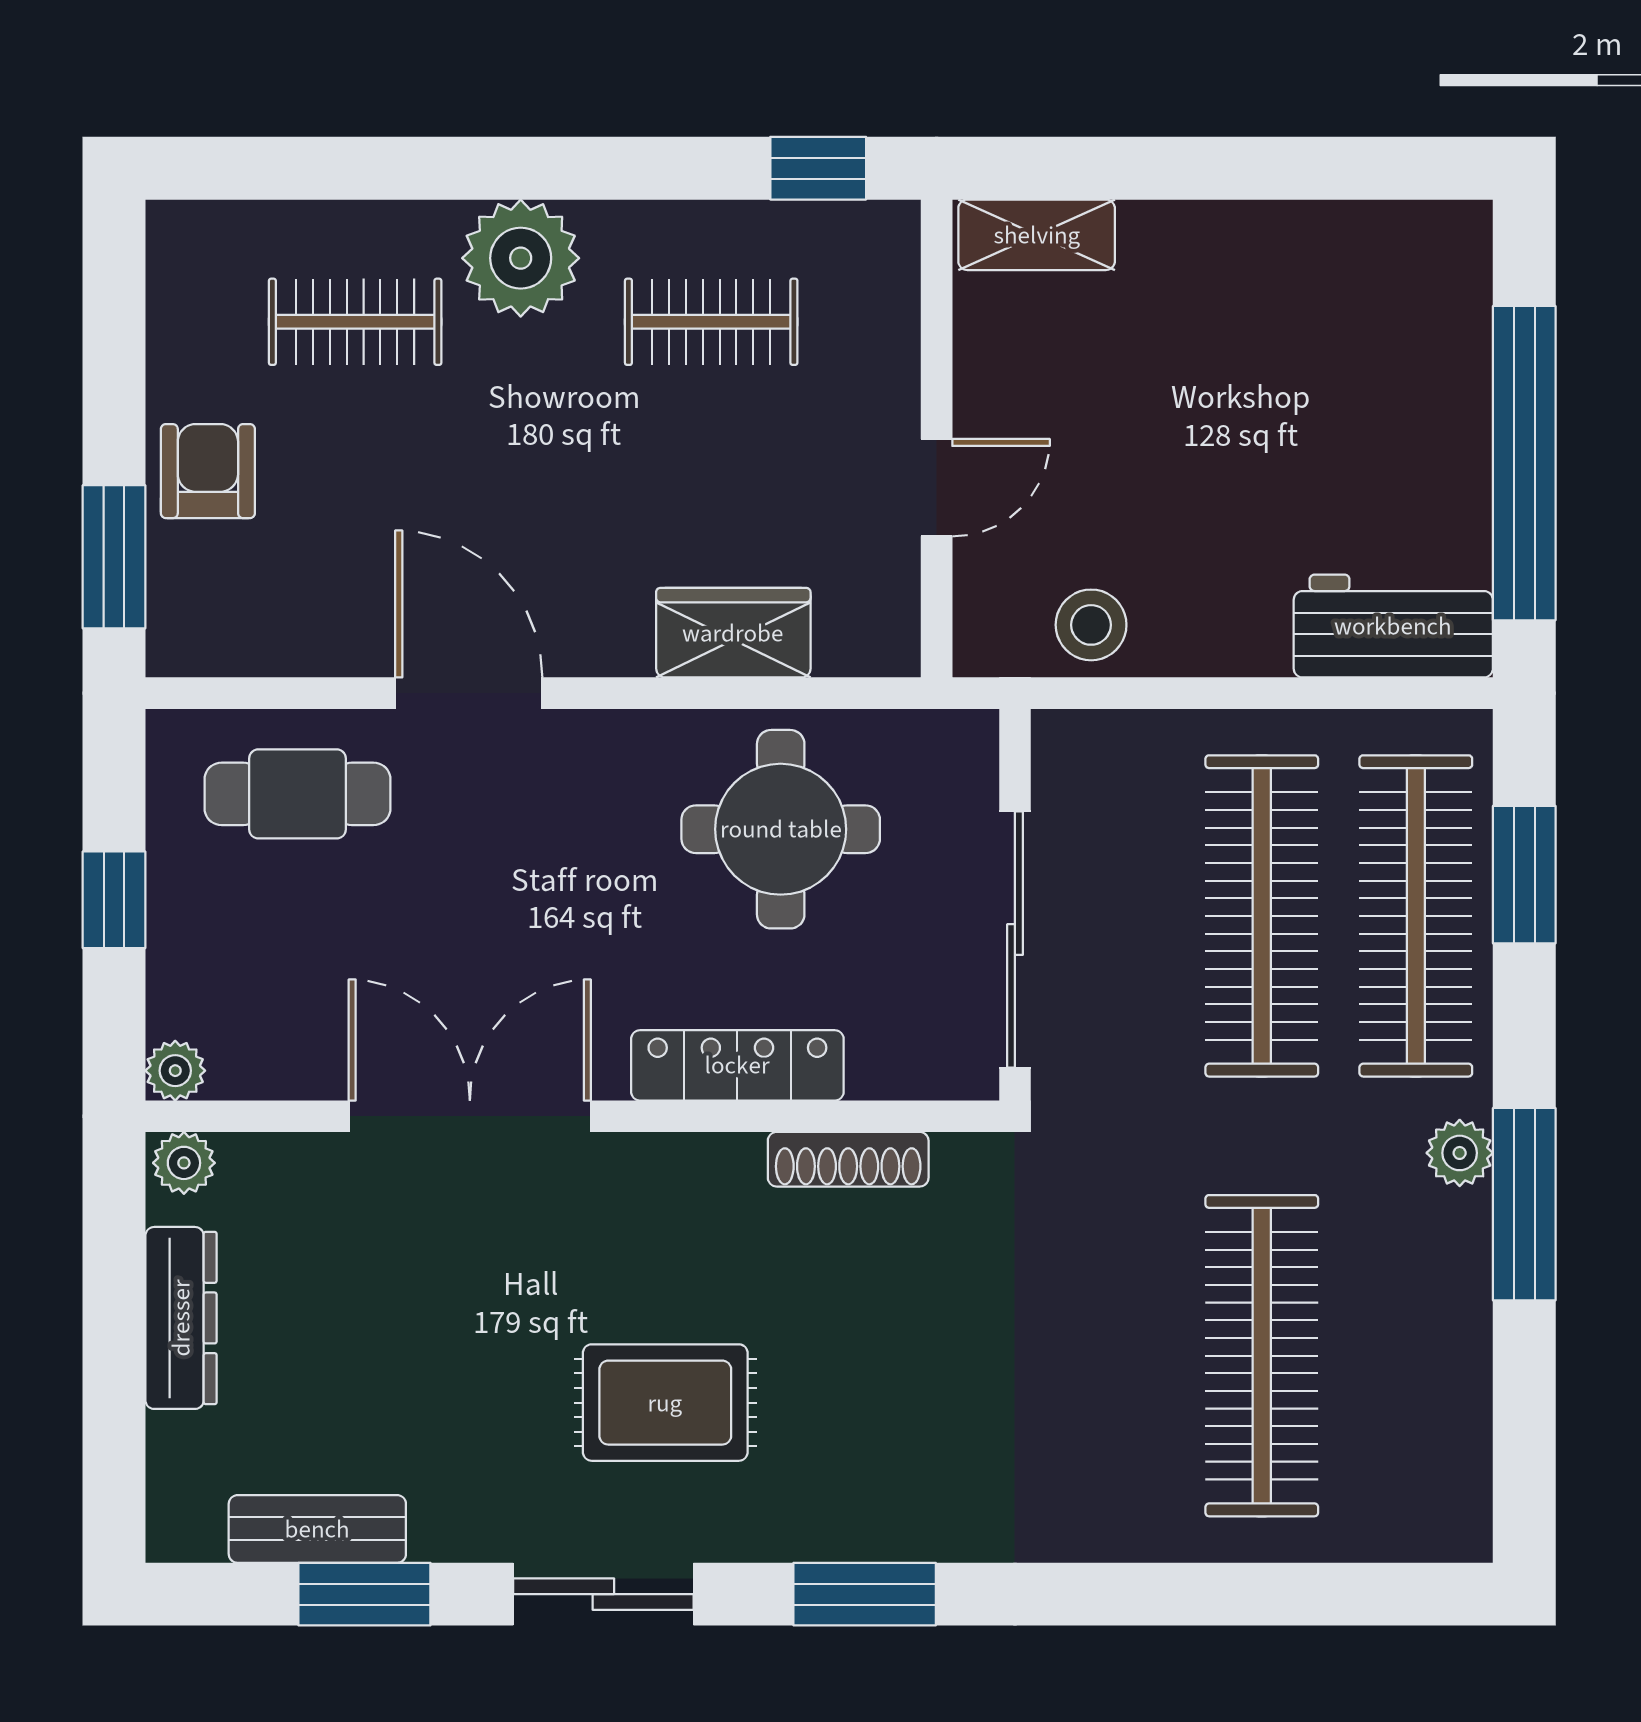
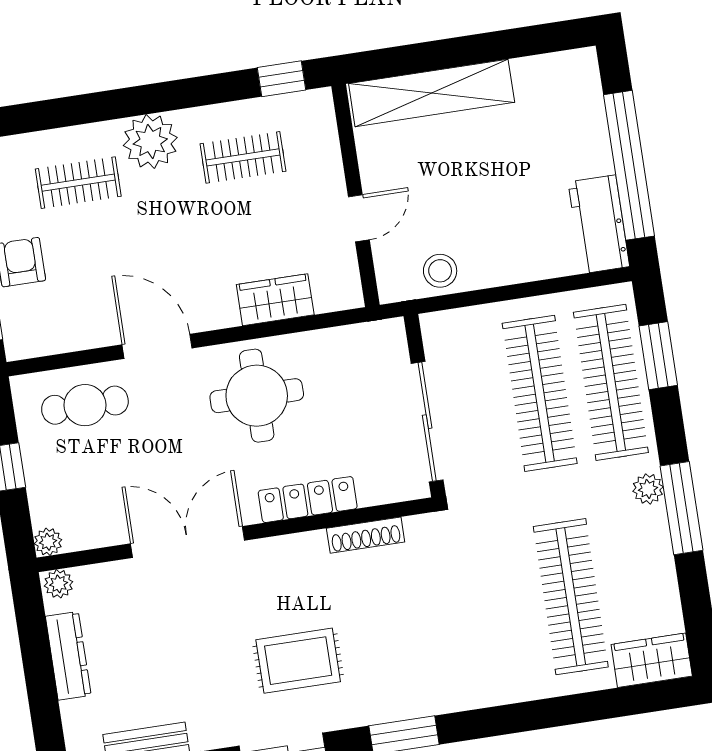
shelving: (1037, 235) -> (432, 93), width x2.20, depth x1.33
workbench: (1393, 626) -> (599, 224), moved, turned -90
round table: (781, 829) -> (257, 396), moved
wardrobe: (1412, 1516) -> (652, 660), added

